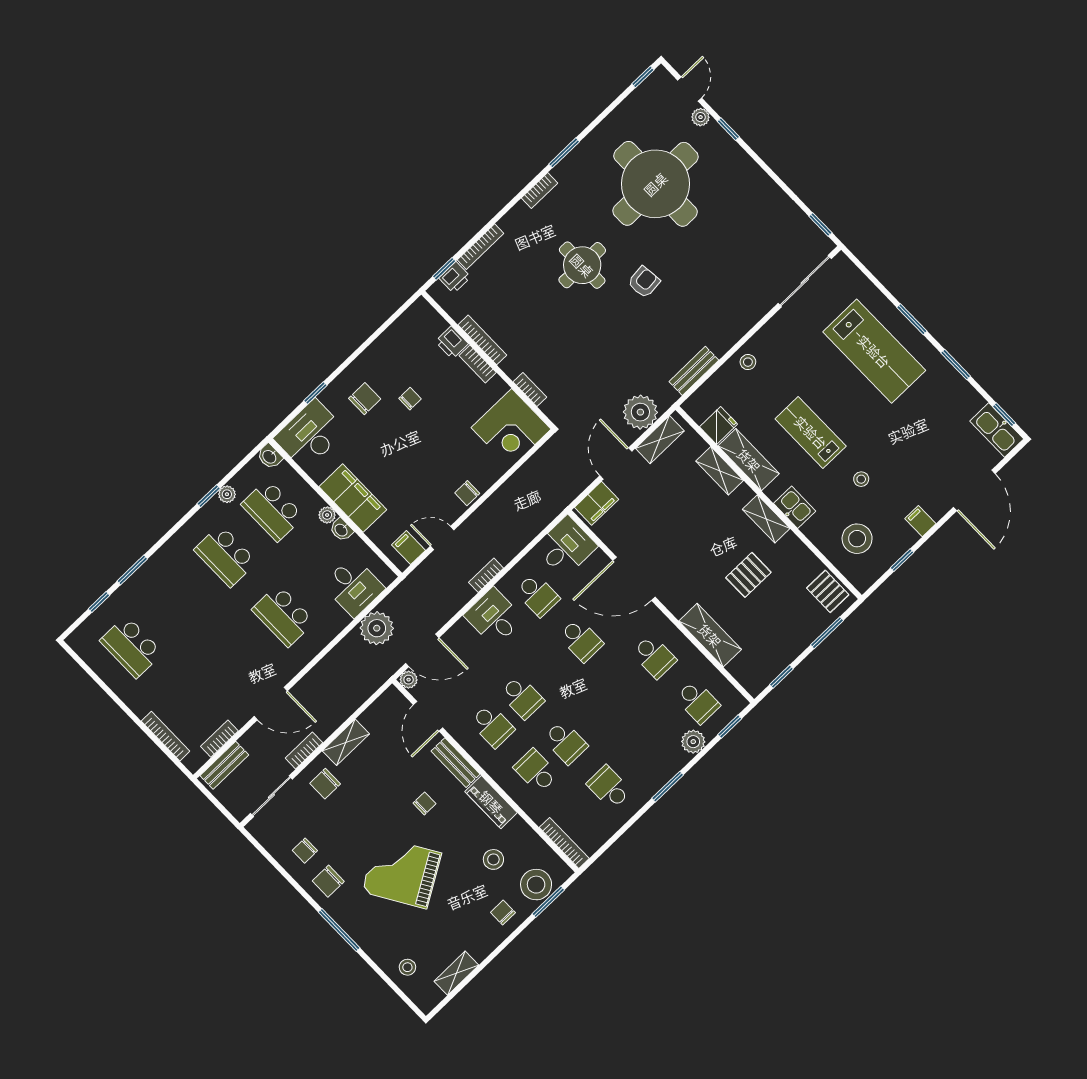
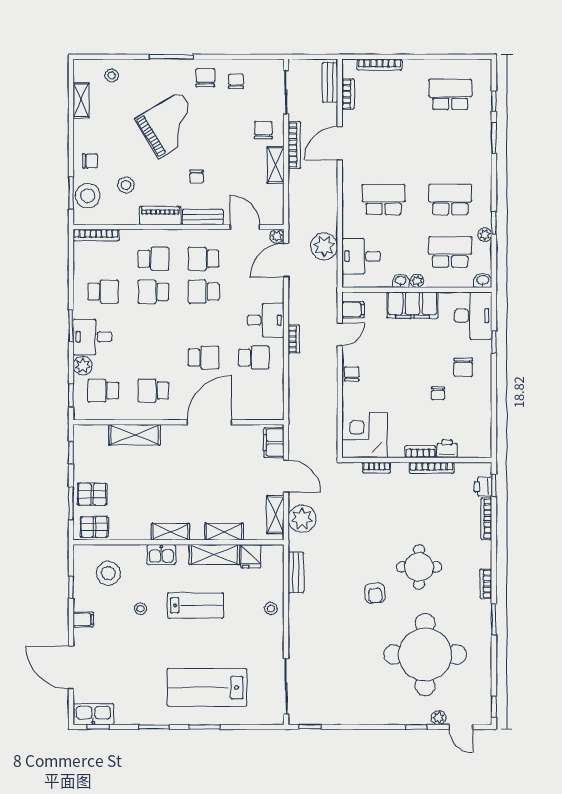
desk: (566, 547) -> (92, 337), moved, turned 90
pallet: (748, 575) -> (92, 494), moved, turned 90
school desk: (537, 595) -> (254, 358), turned 180
school desk: (581, 640) -> (204, 358), turned 180
bookcase: (304, 750) -> (294, 145), width x1.56

